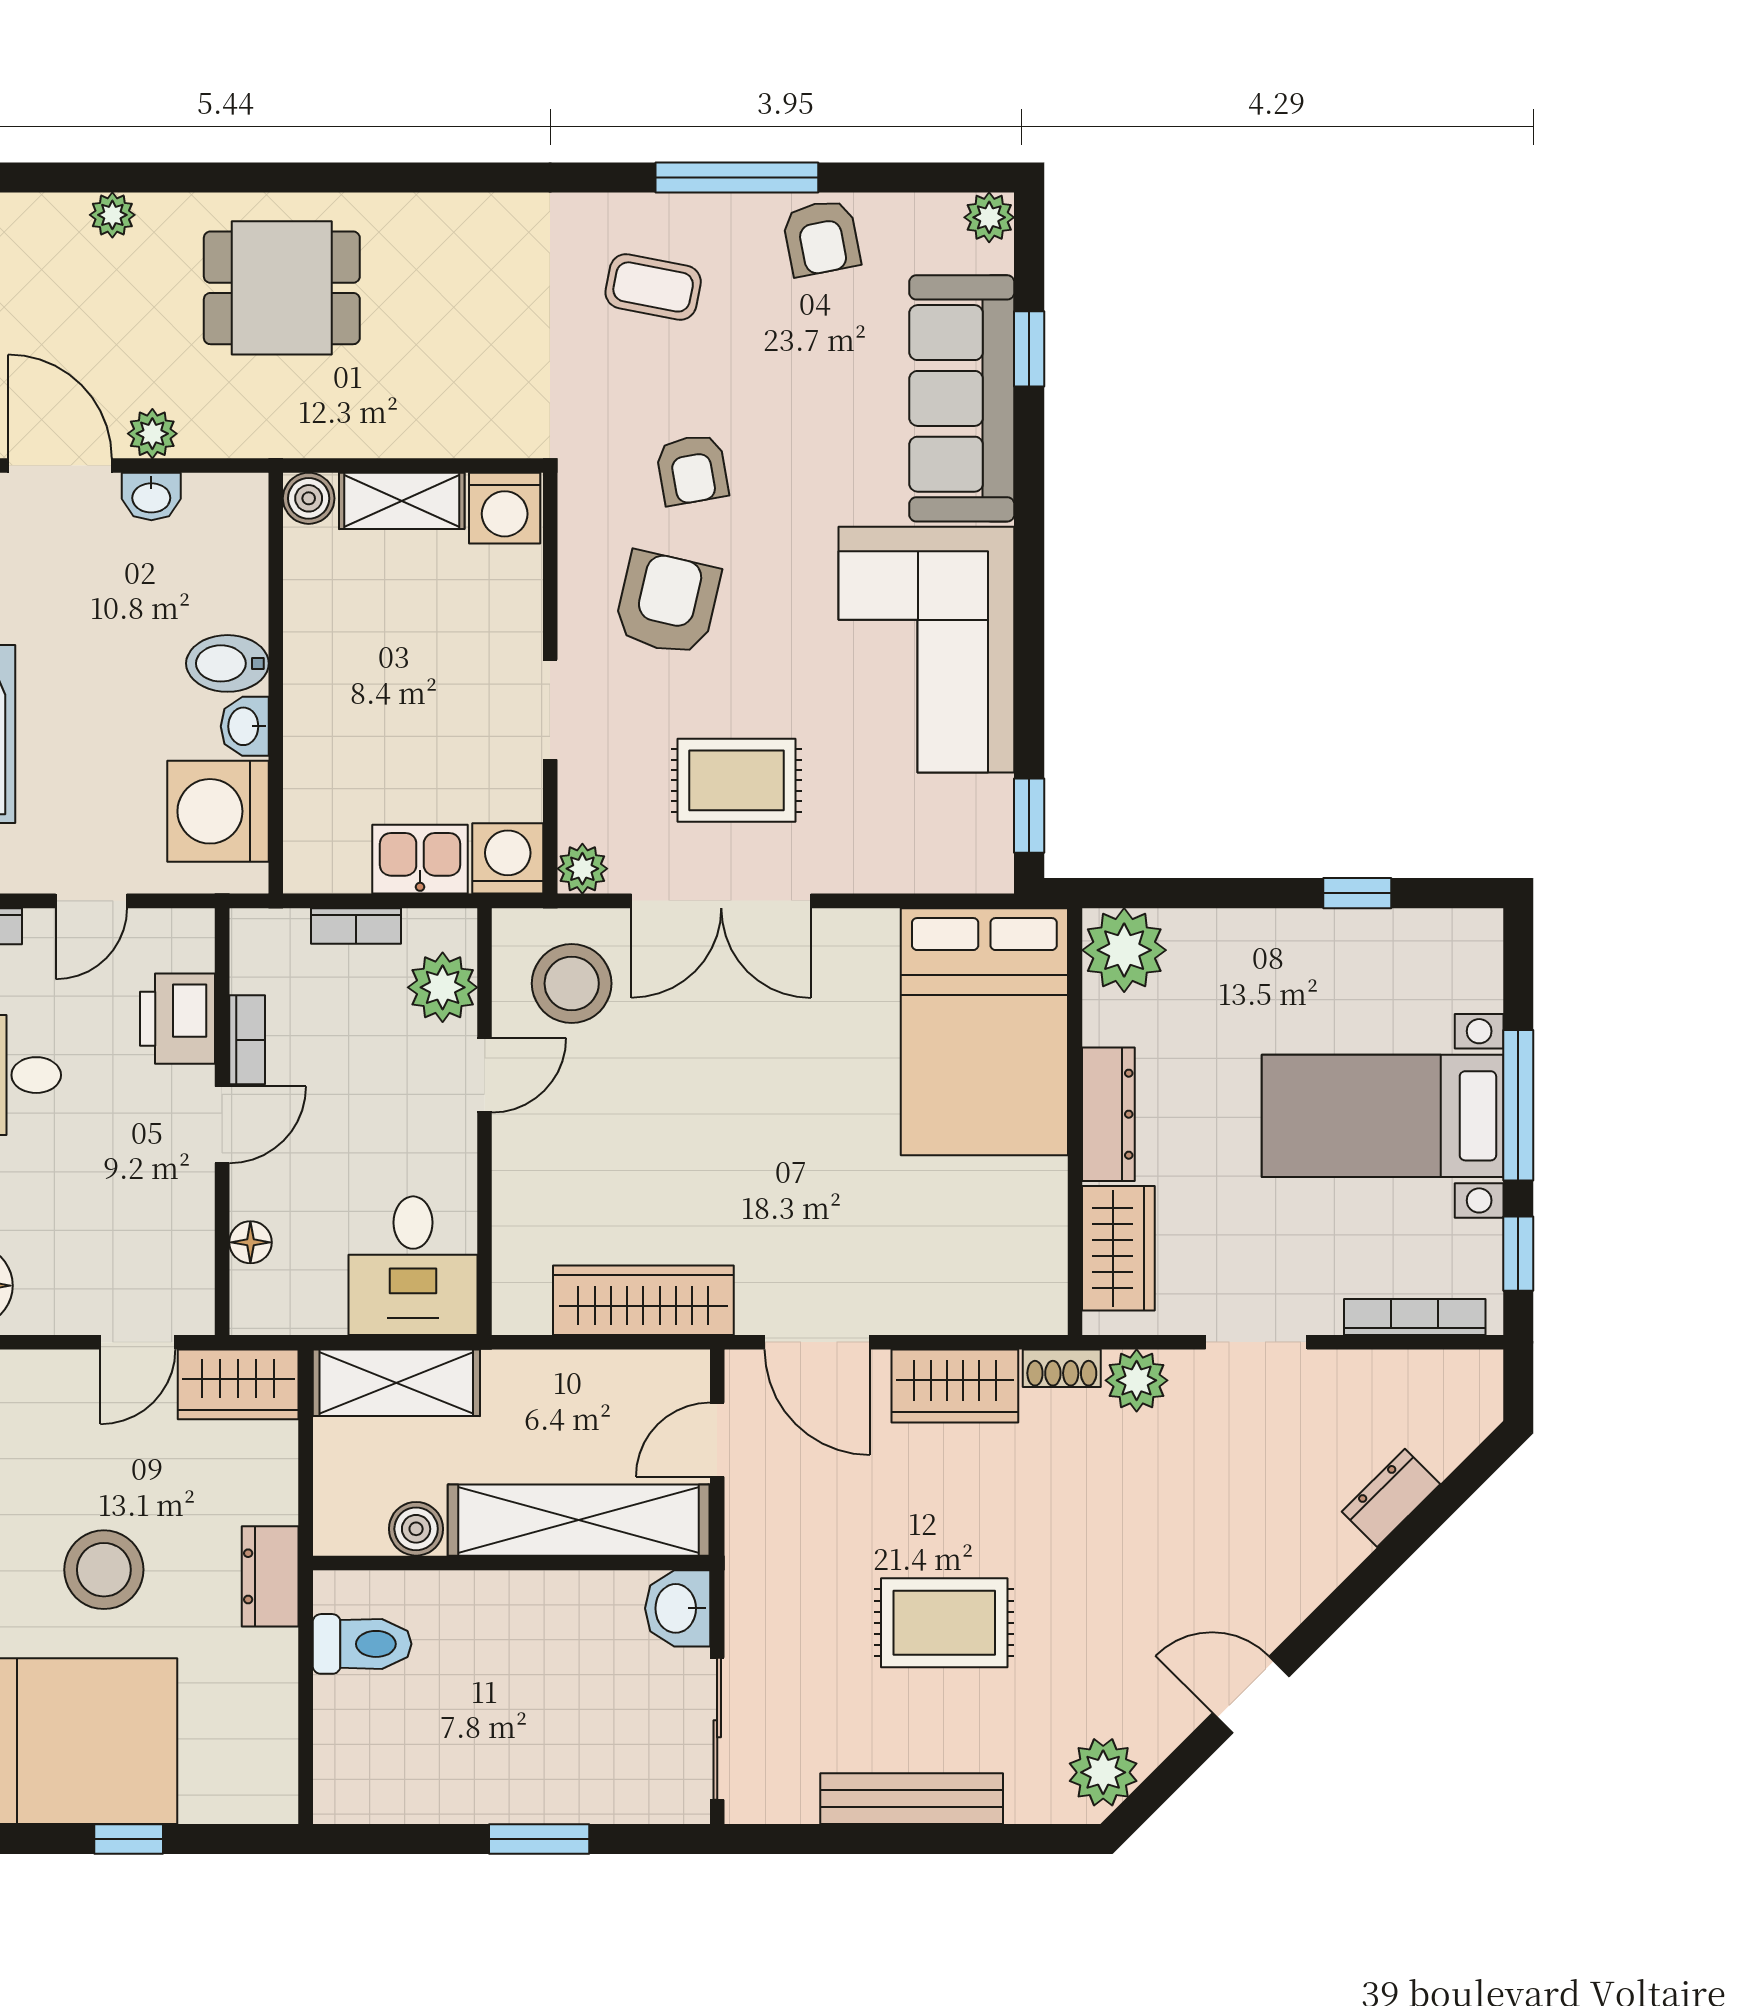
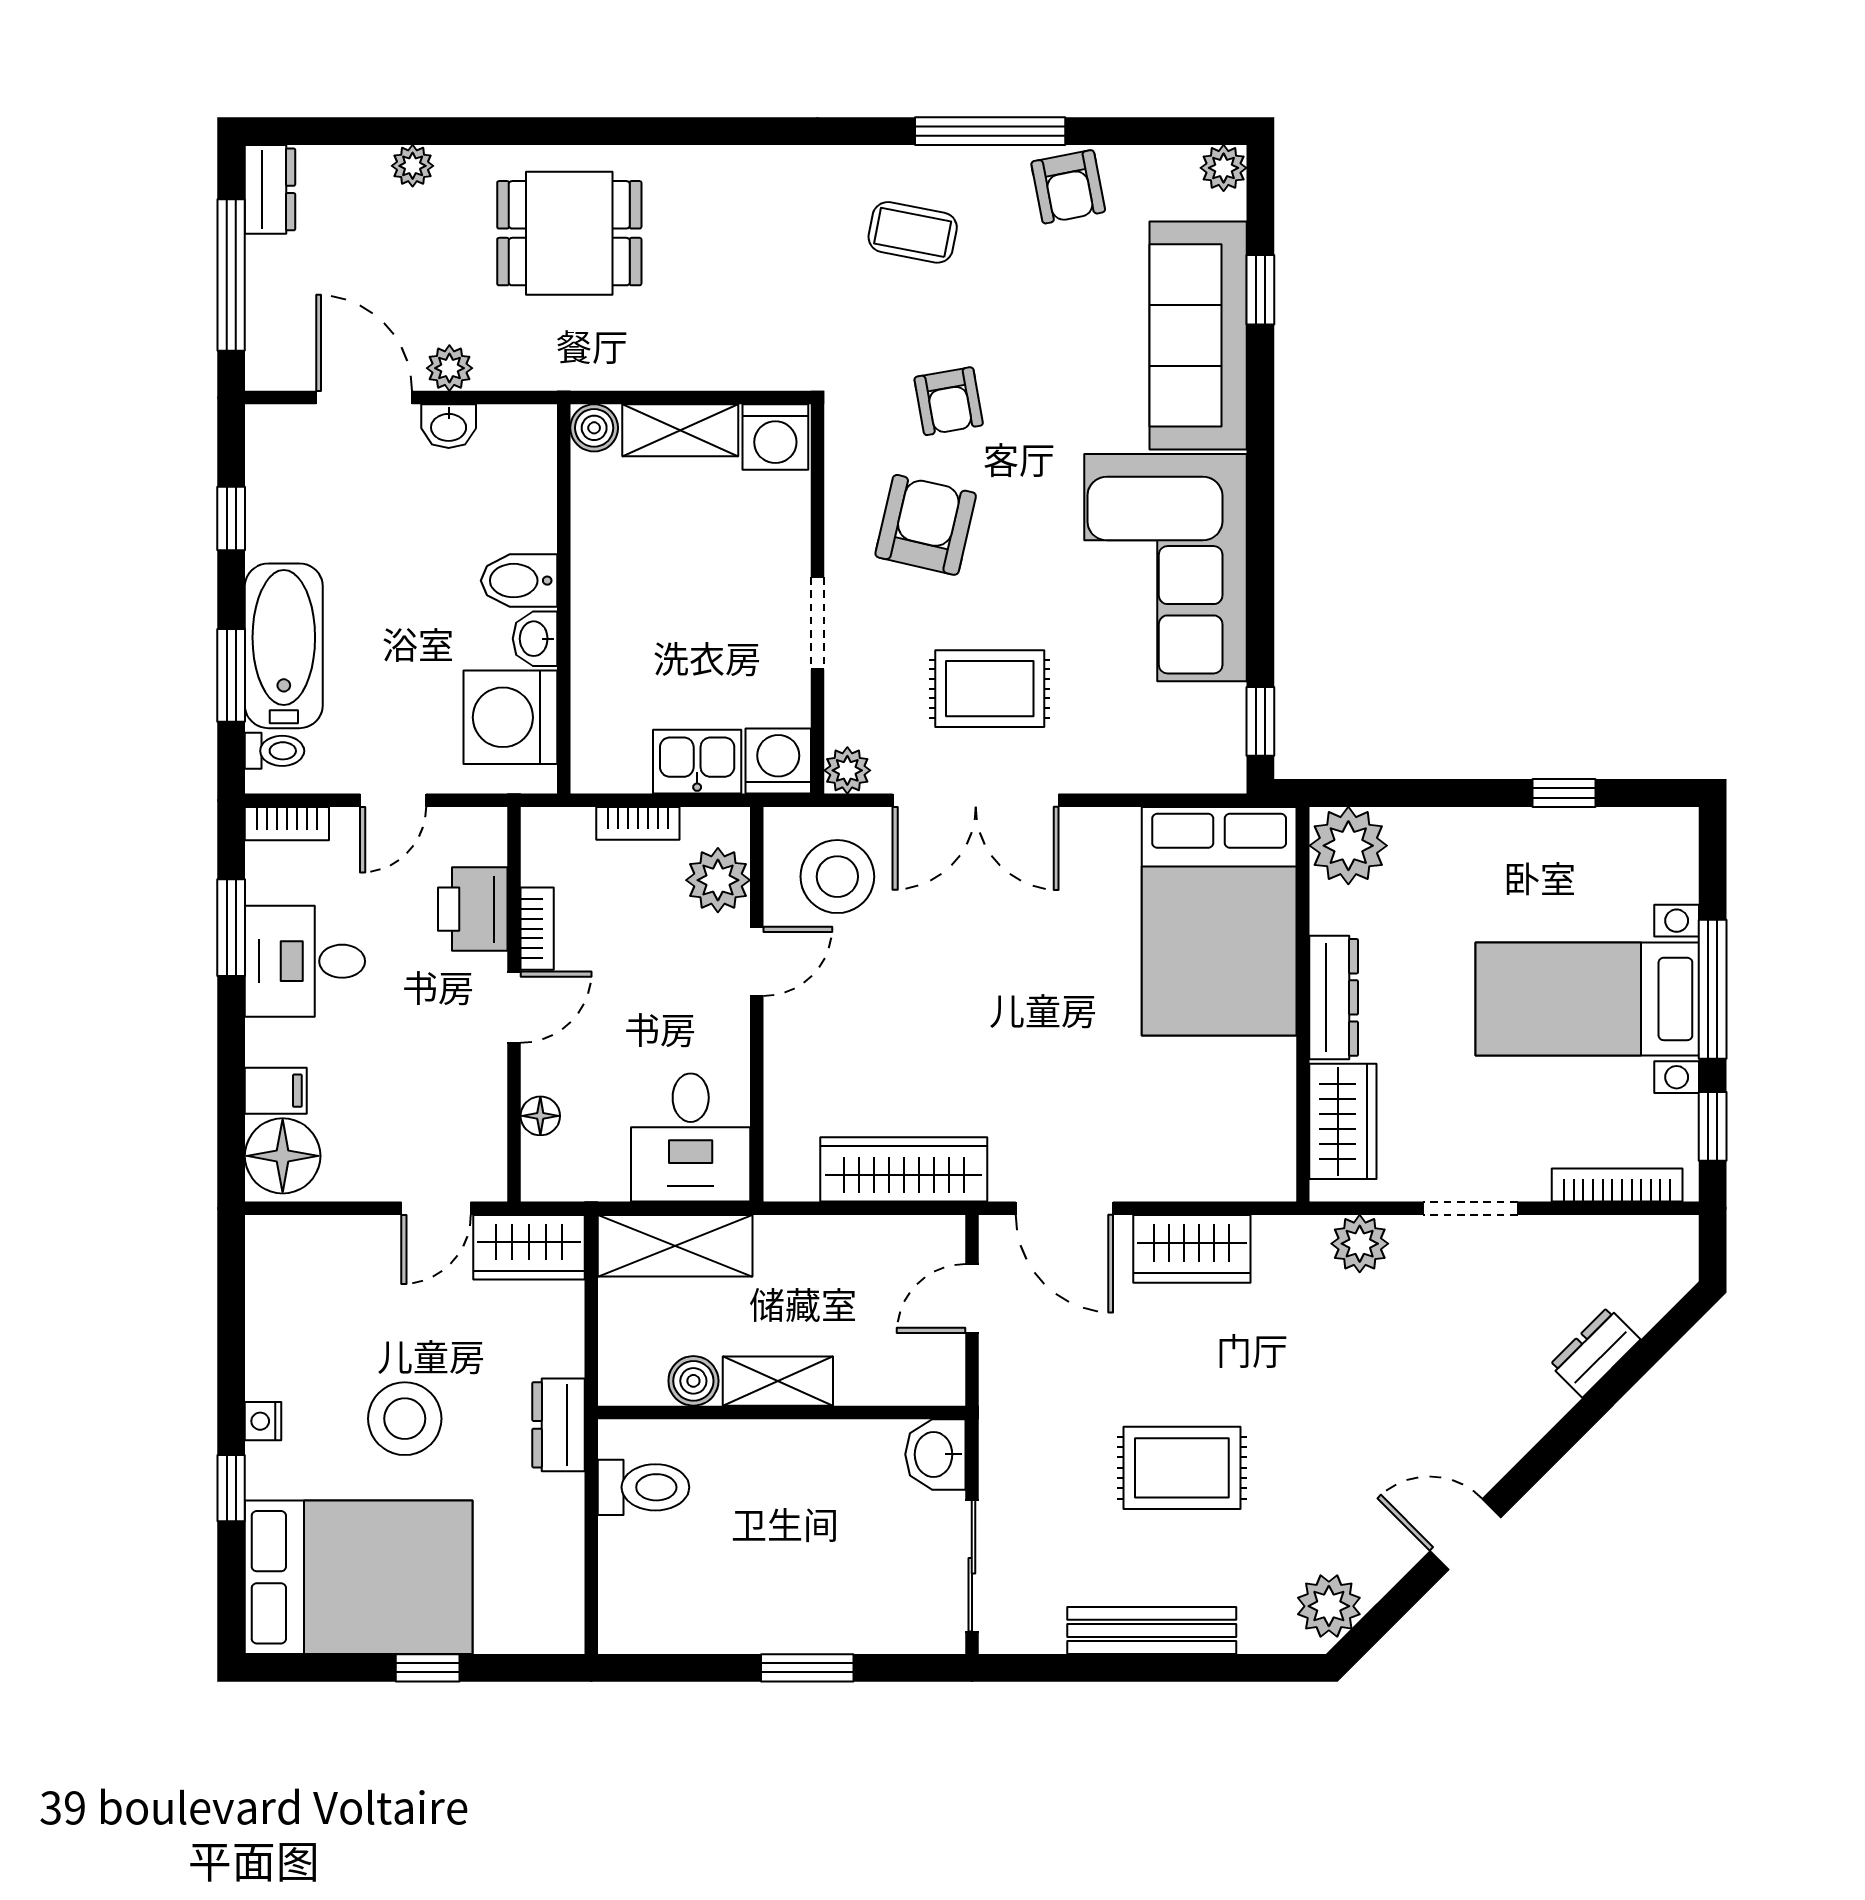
shoe rack: (1062, 1368) -> (1291, 1232), removed
shelving: (579, 1520) -> (778, 1381), width x0.45, depth x0.75

